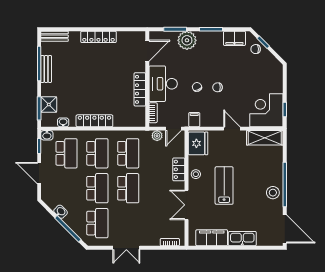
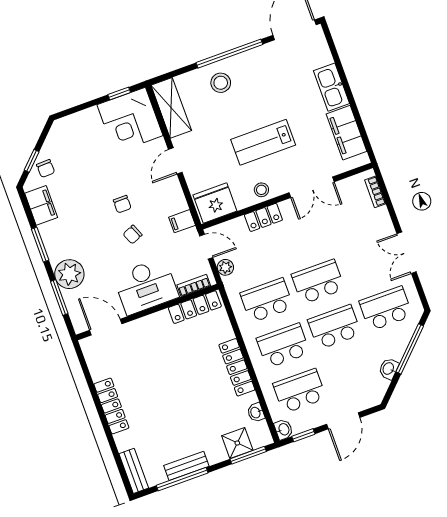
locker: (140, 89) -> (195, 307), moved
stool: (273, 193) -> (221, 83), moved
double door: (126, 248) -> (407, 253), swing flipped

